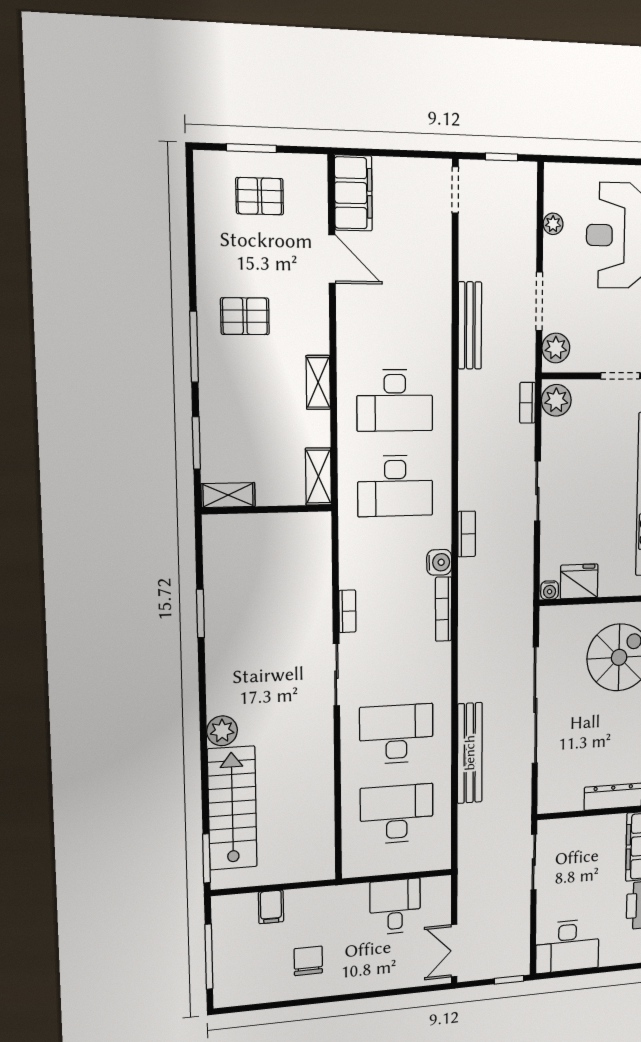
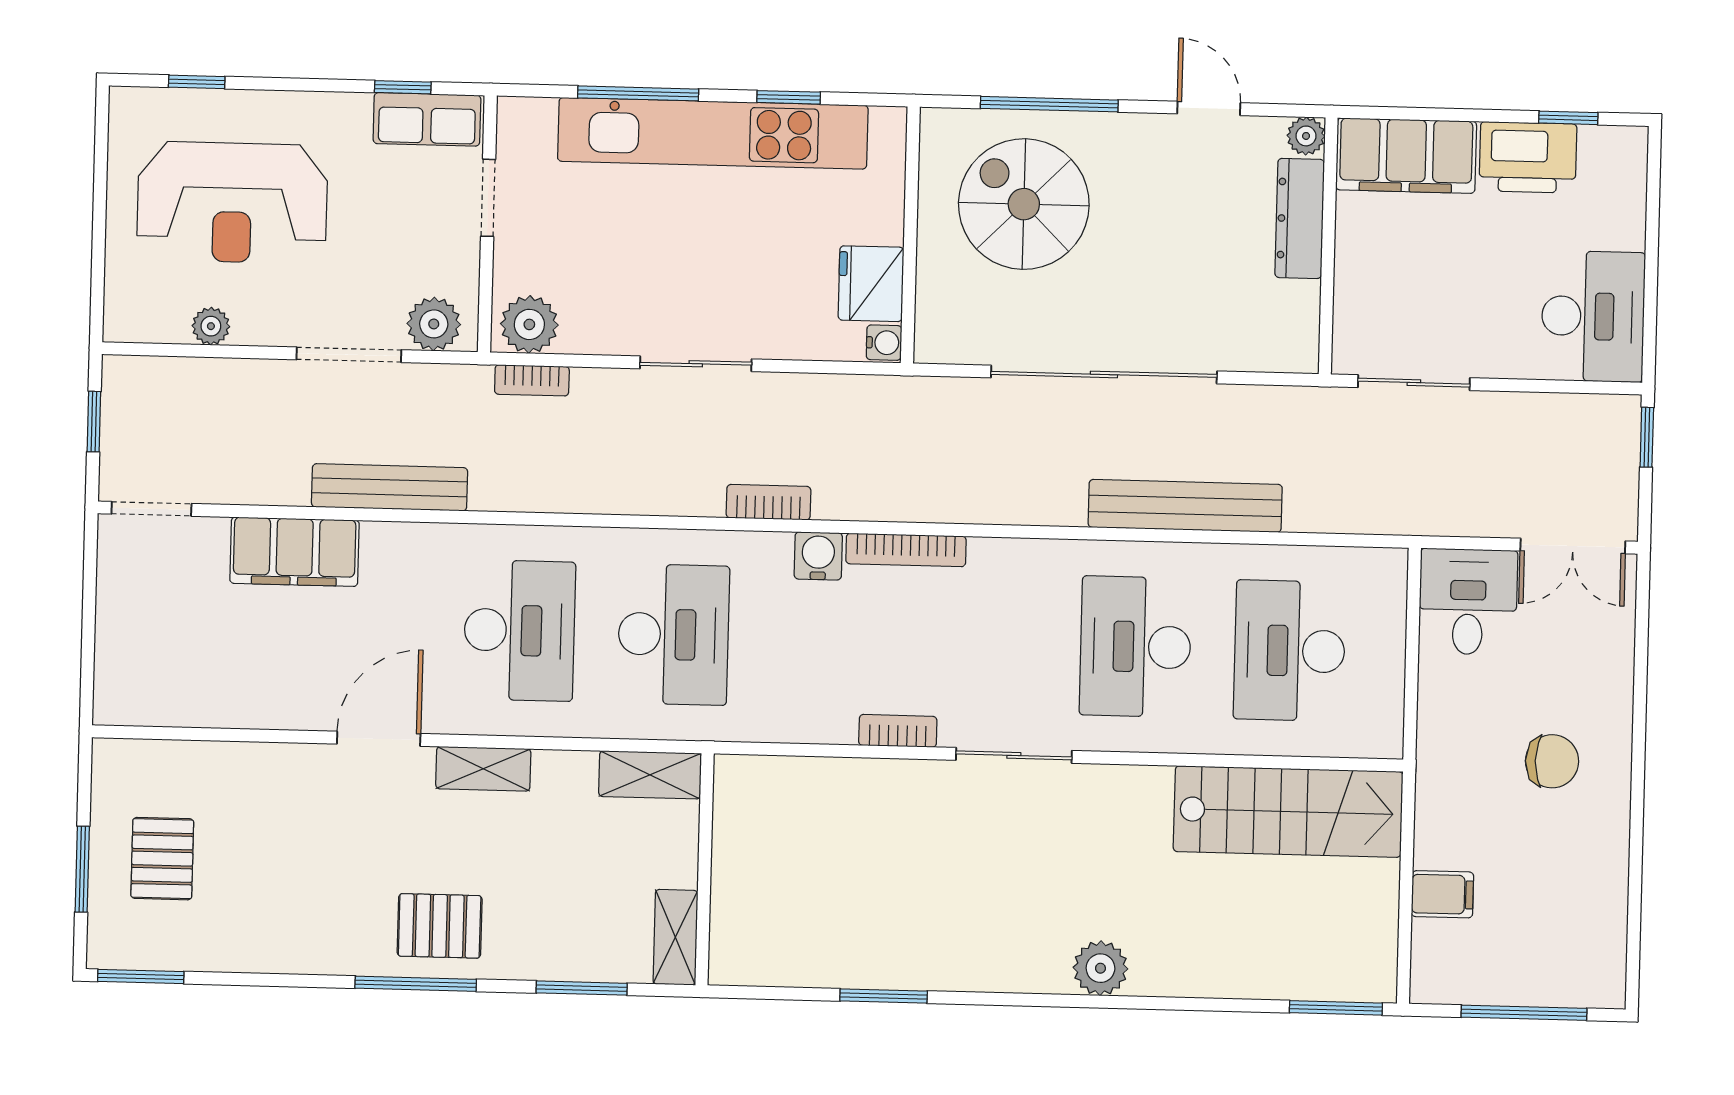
window: (190, 183) -> (141, 977), added
filing cabinet: (353, 193) -> (295, 552), moved, turned 180
door: (332, 259) -> (379, 739), moved
pallet: (245, 316) -> (440, 926), moved, turned 90
stairs: (232, 808) -> (1288, 812), moved, turned 180
desk: (395, 907) -> (1468, 602), moved, turned 90
chair: (308, 961) -> (1552, 761), moved, turned 180

